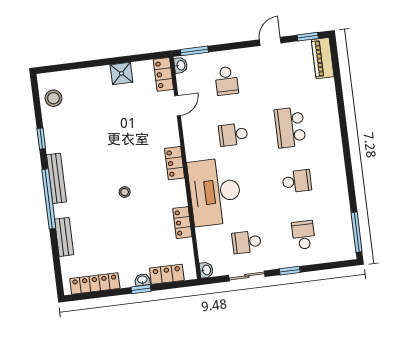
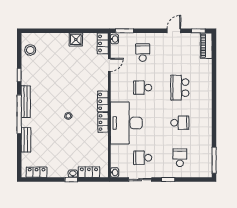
school desk: (226, 81) -> (143, 53), turned 180
locker: (182, 223) -> (103, 122), moved
locker: (95, 284) -> (37, 172), width x0.66

